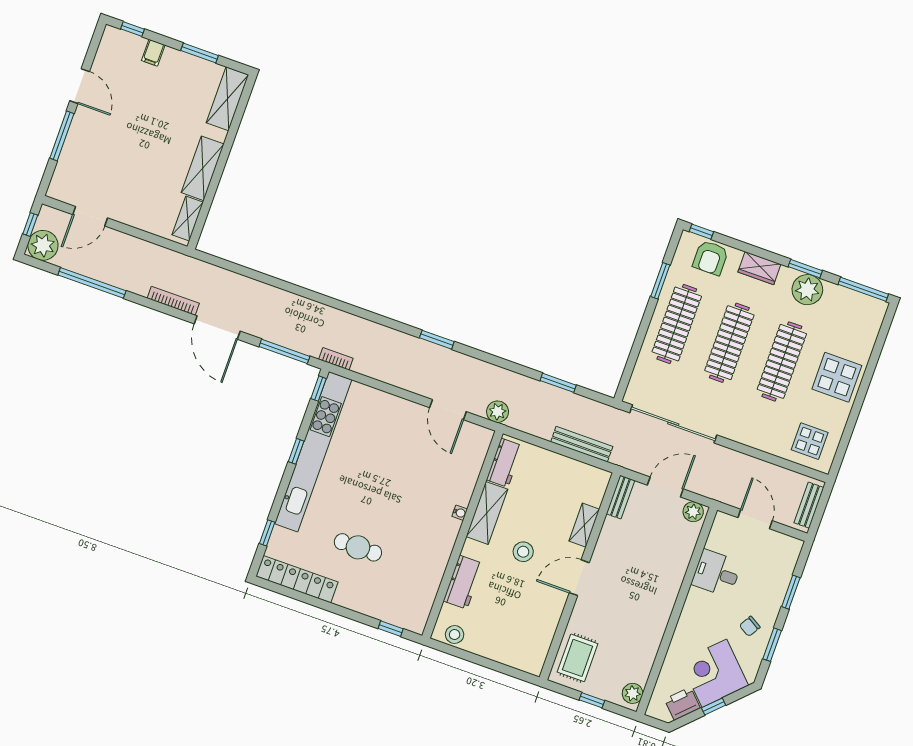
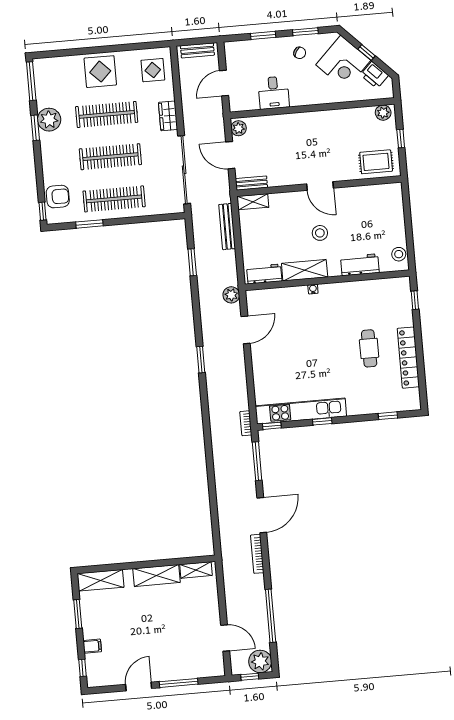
wardrobe: (759, 268) -> (168, 116), moved, turned 180
kitchen unit: (313, 452) -> (301, 411), width x0.73
shelving: (584, 525) -> (253, 202), moved
locker: (297, 579) -> (408, 358), moved

